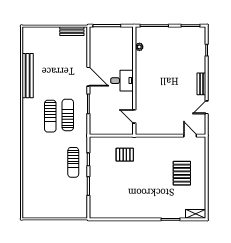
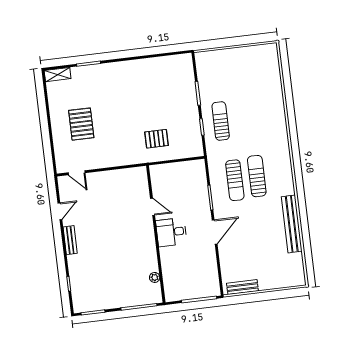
door: (88, 77) -> (215, 232), swing flipped
door: (134, 116) -> (153, 207), moved

